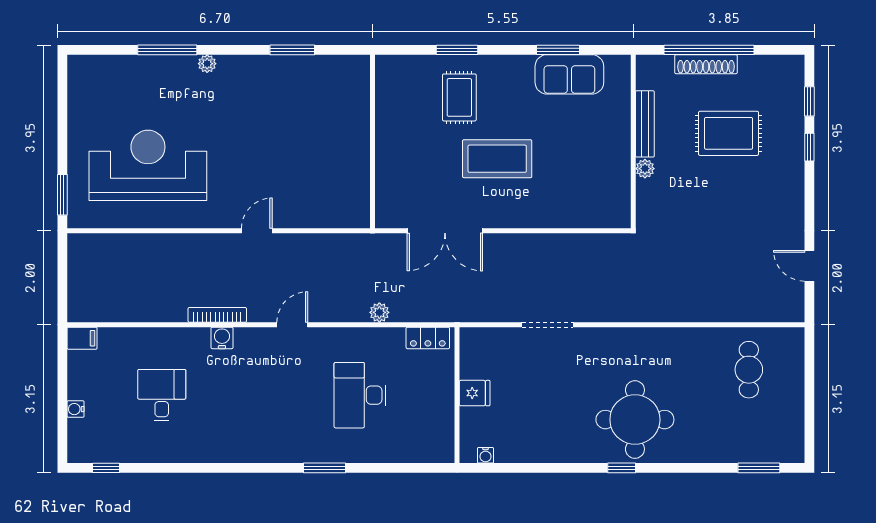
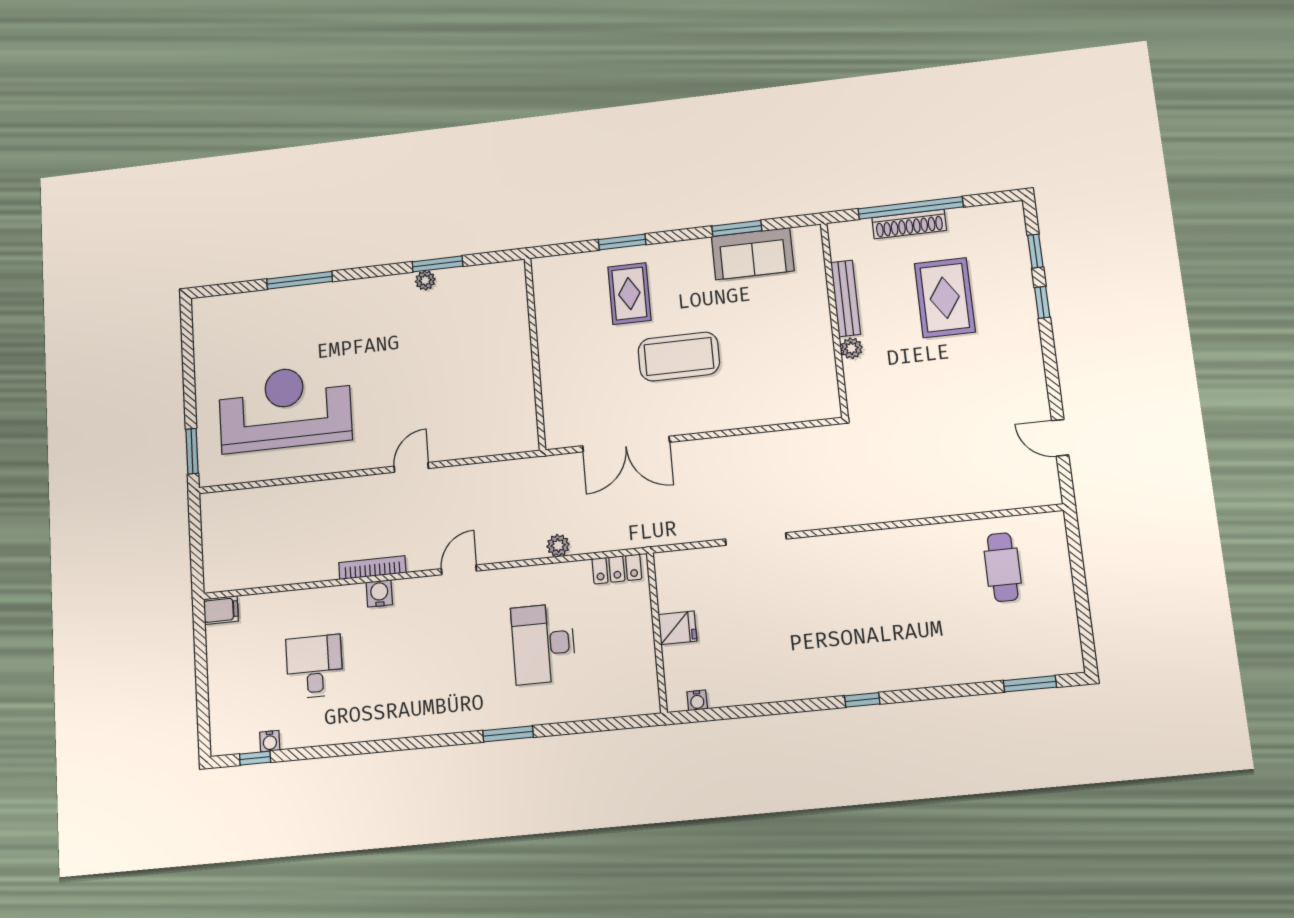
plant: (207, 64) -> (425, 280), moved
rug: (729, 133) -> (945, 298), turned 90
water cooler: (76, 409) -> (270, 741), moved, turned -90
round table: (635, 420) -> (872, 640), removed

